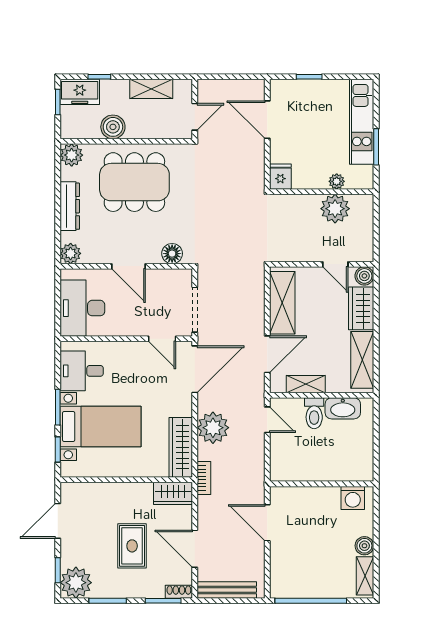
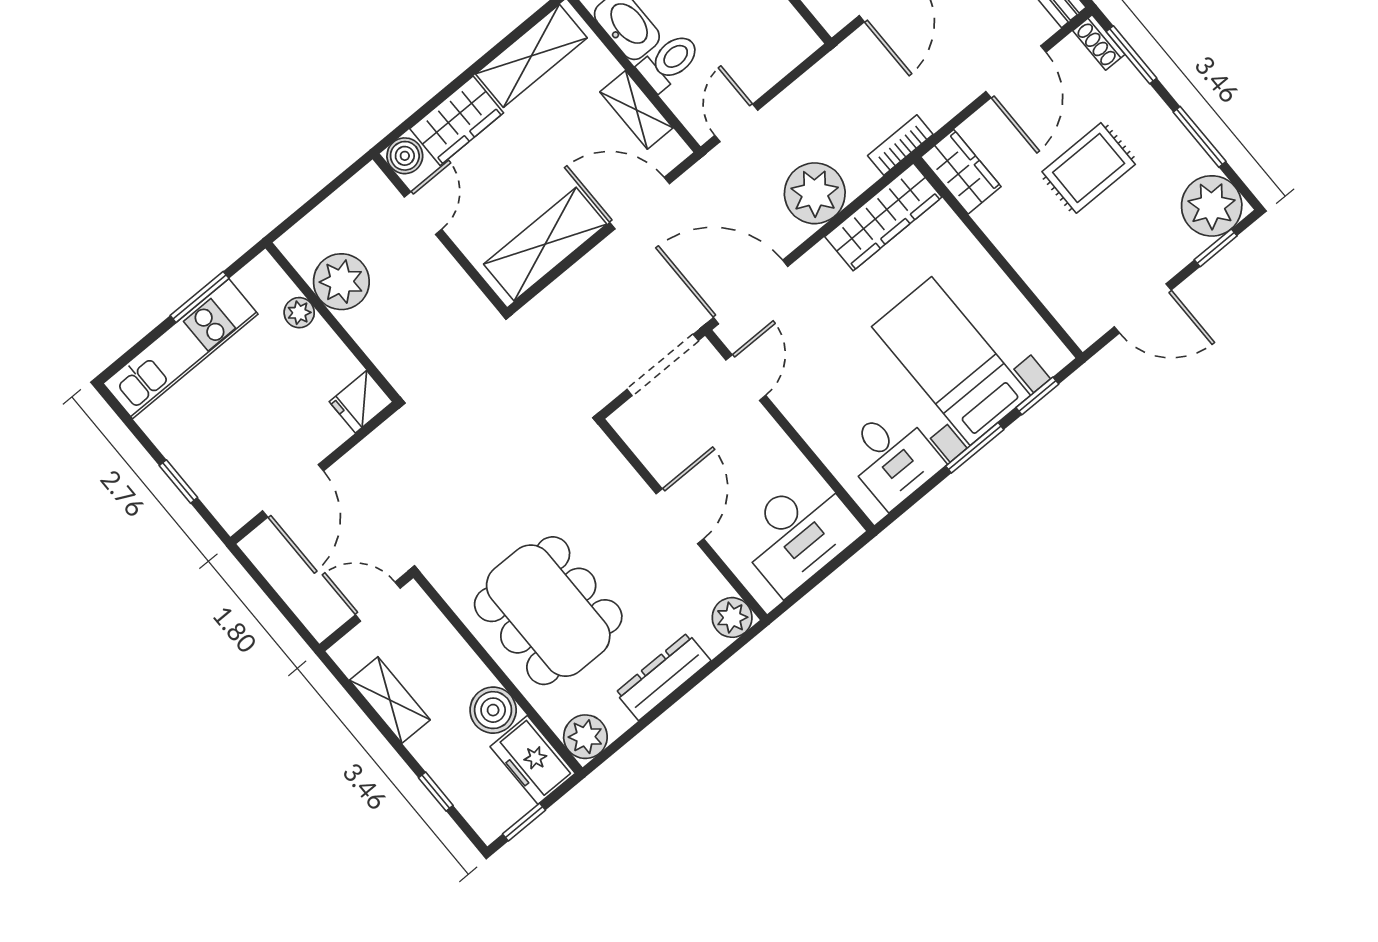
freezer: (80, 92) -> (533, 760), moved, turned 180
floor lamp: (172, 254) -> (608, 467), removed

